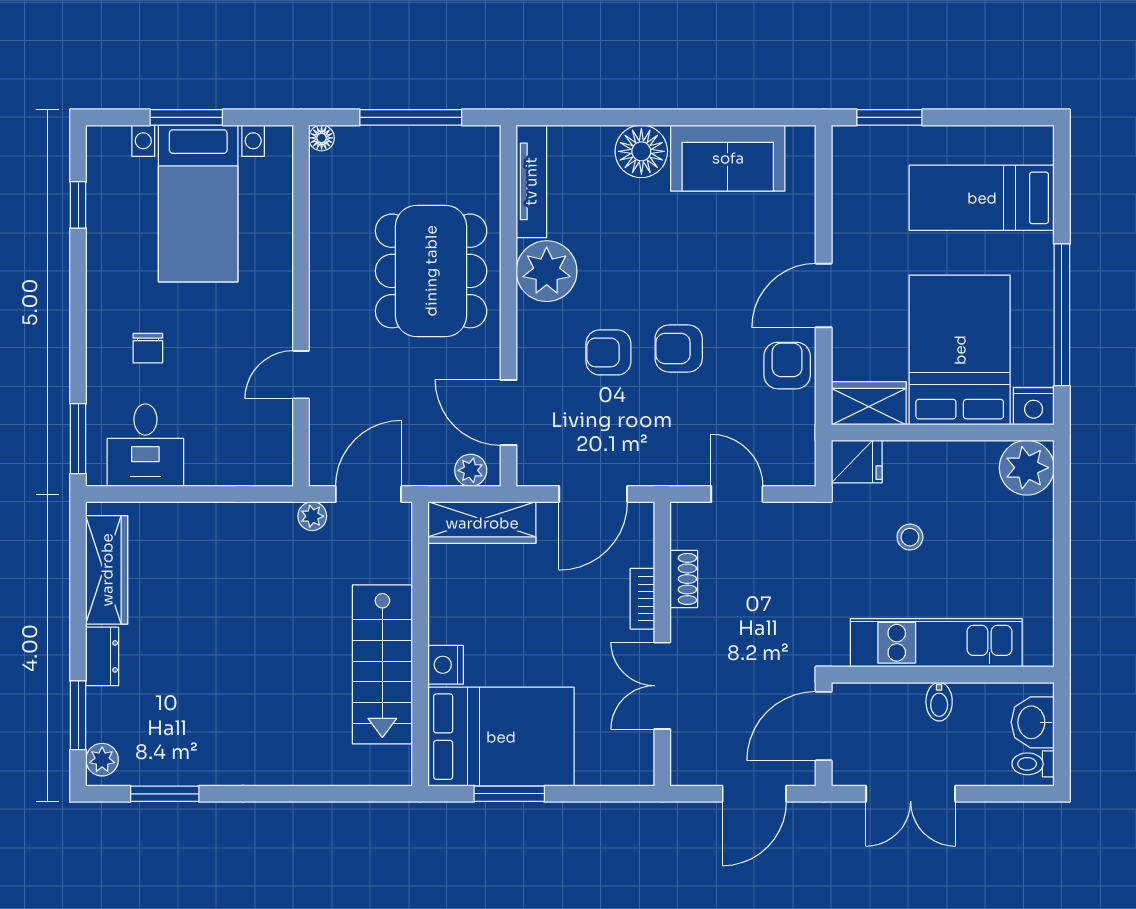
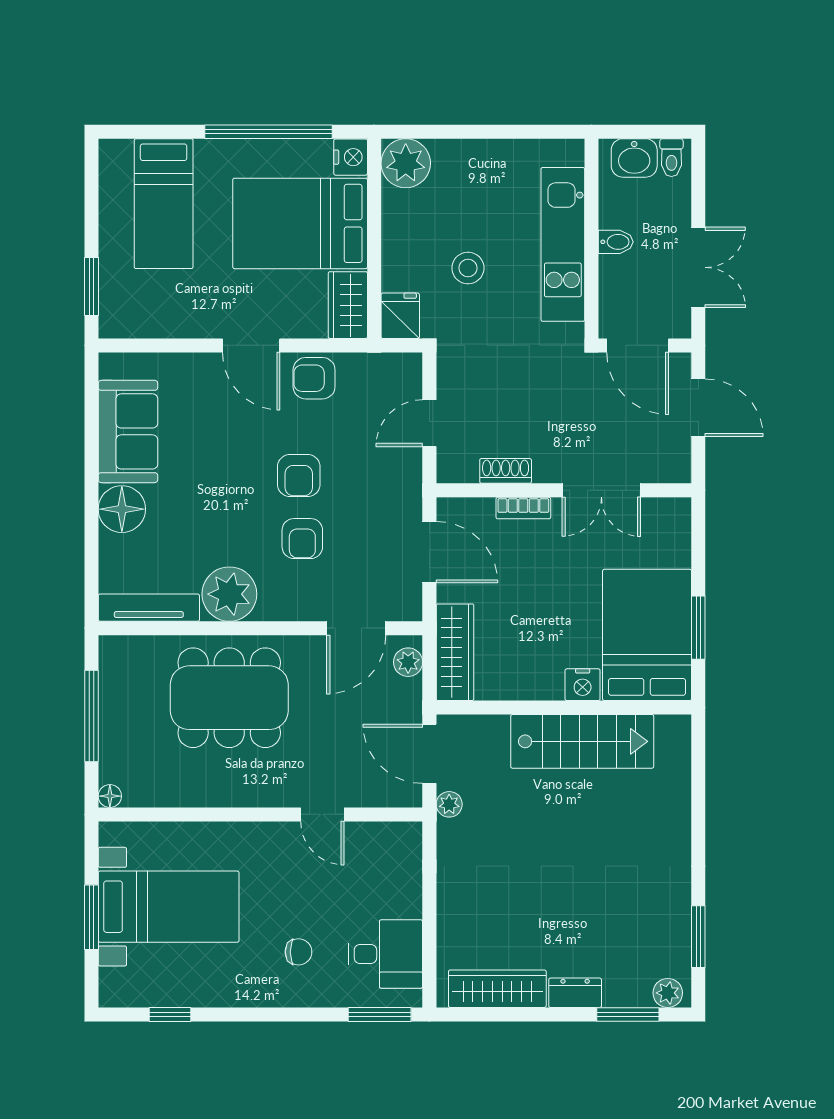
stool: (910, 537) -> (468, 268), width x1.37, depth x1.37

